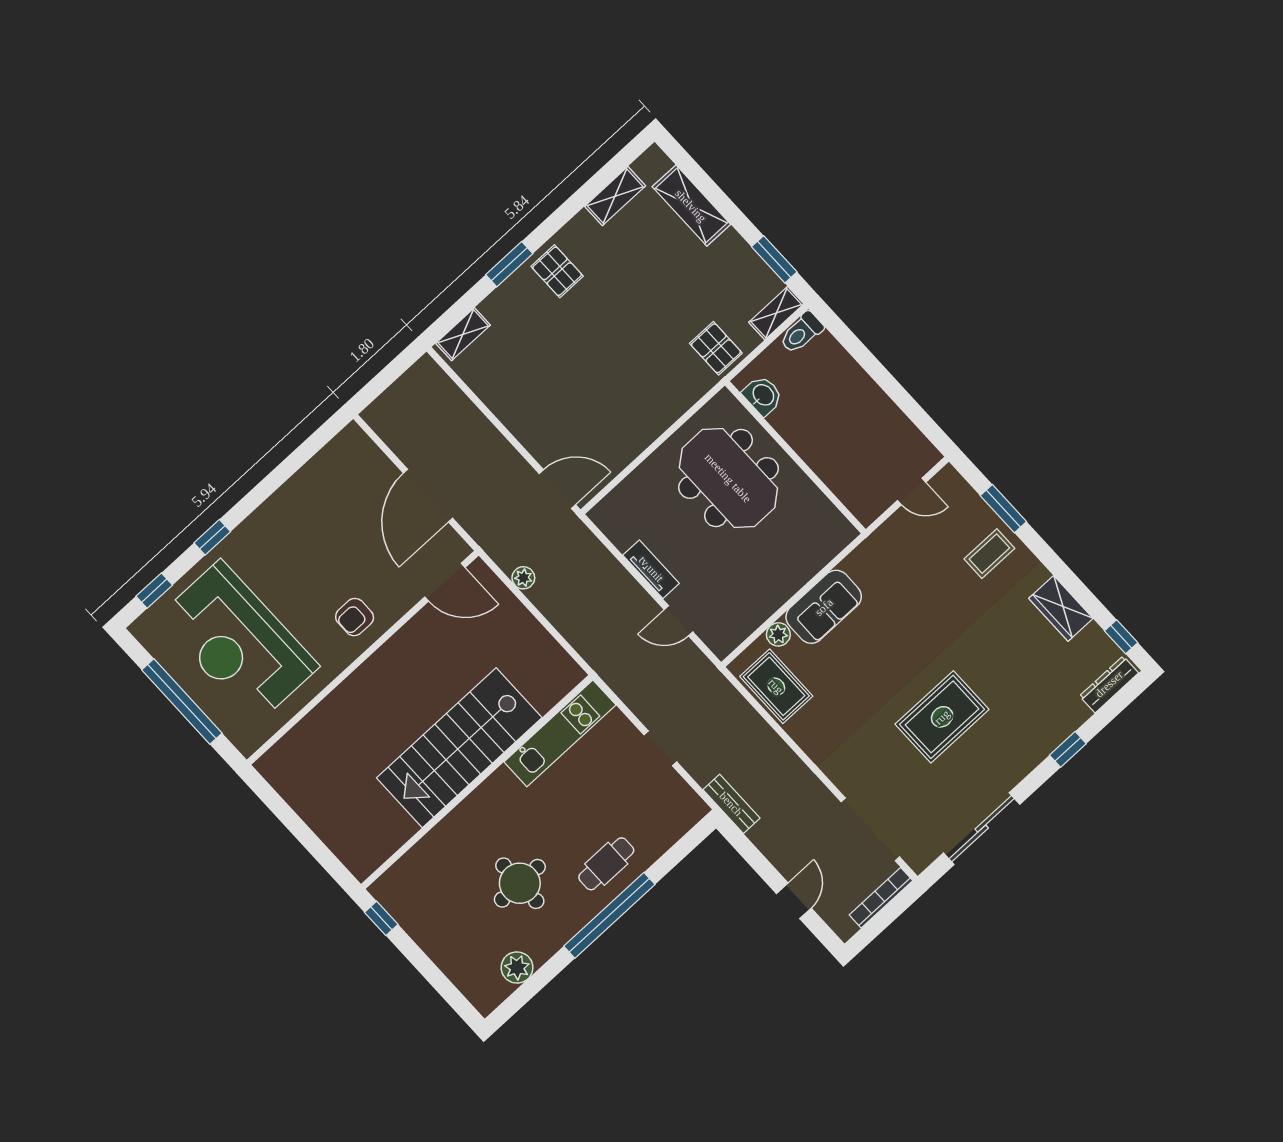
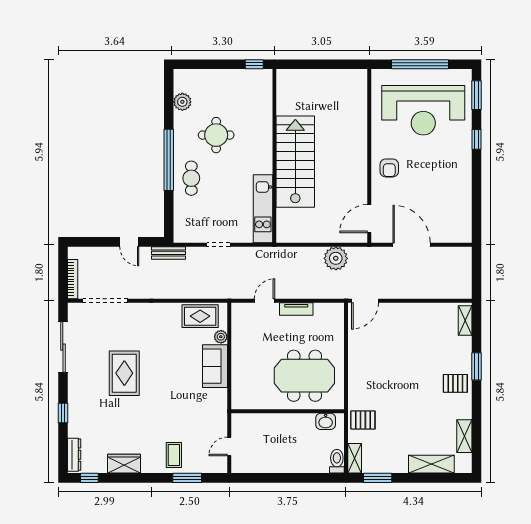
plant: (523, 578) -> (336, 258), width x1.88, depth x1.88
window: (154, 591) -> (476, 95), width x1.50
armchair: (355, 617) -> (389, 168), turned 180
reception desk: (238, 642) -> (423, 110), turned 180
door: (794, 901) -> (129, 242), moved

